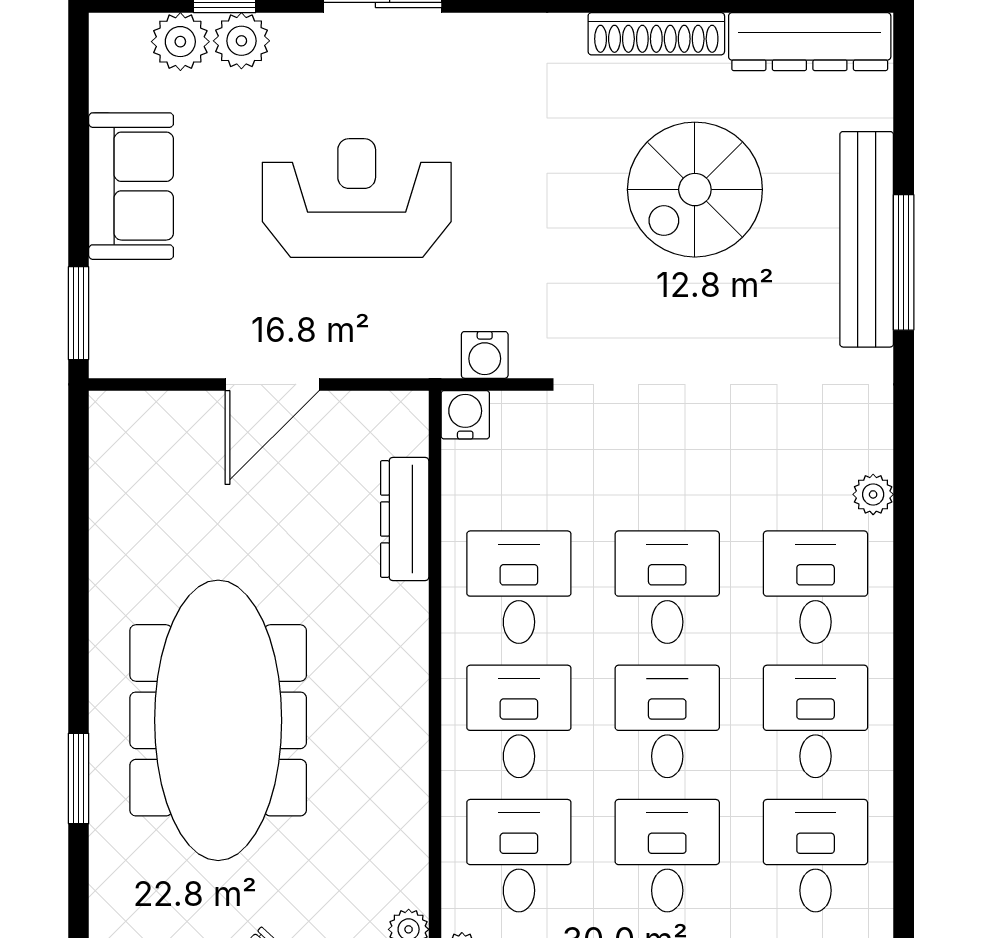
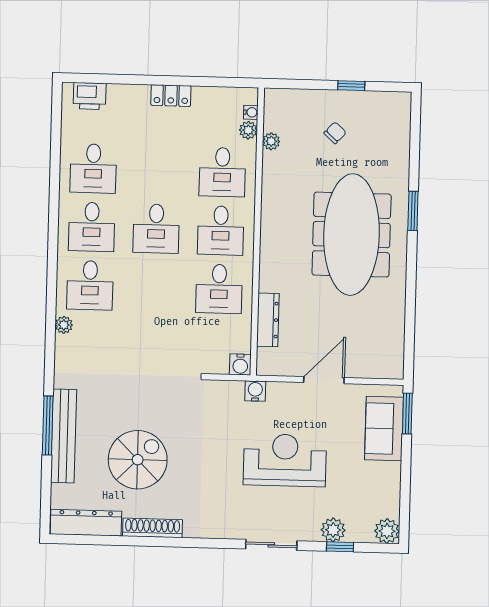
plant: (180, 42) -> (387, 531), moved
sofa: (131, 186) -> (384, 429), moved
reception desk: (357, 198) -> (285, 460), turned 180
water cooler: (485, 355) -> (255, 391), moved
desk: (667, 587) -> (155, 287), removed
desk: (667, 856) -> (158, 170), removed

